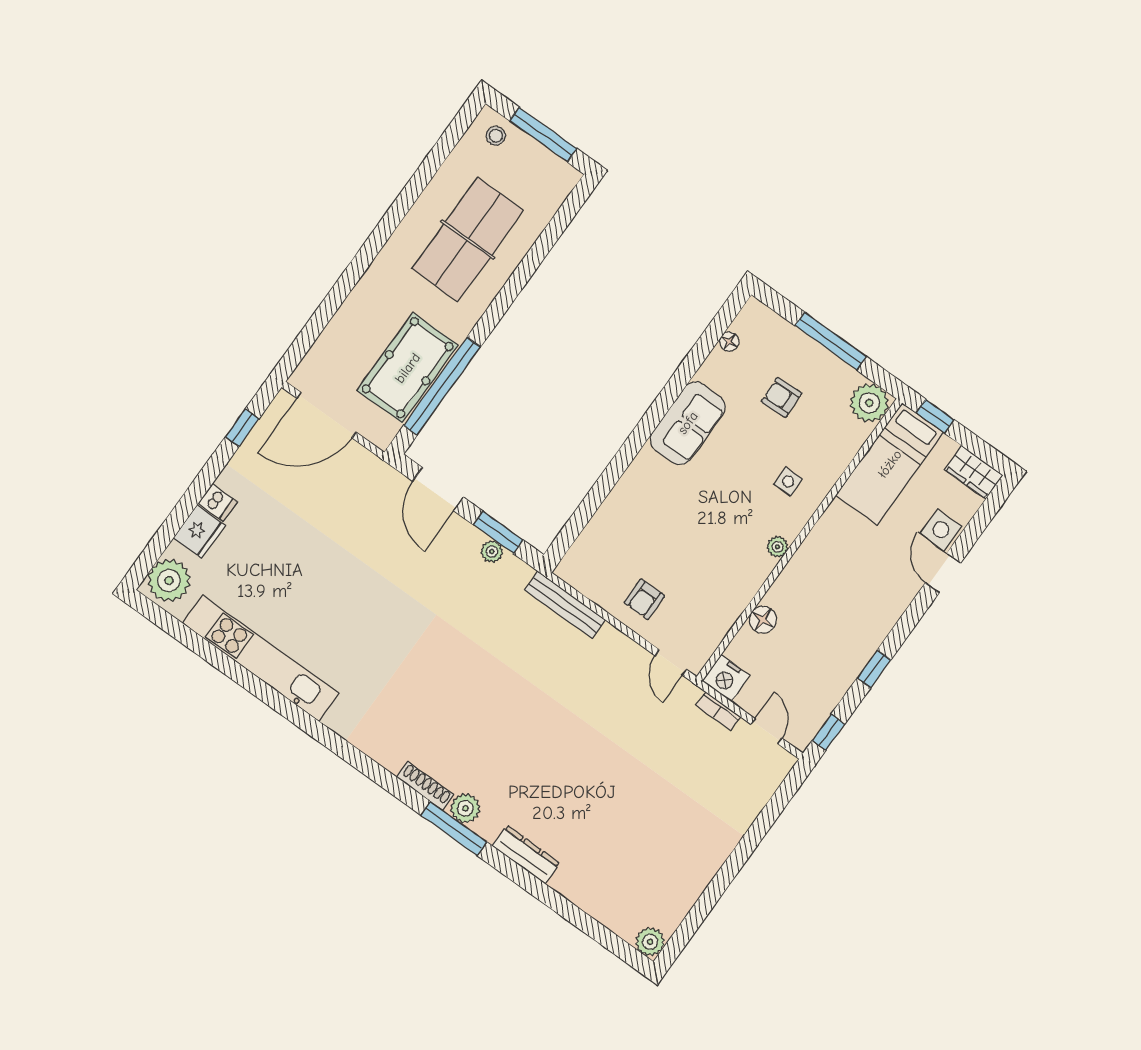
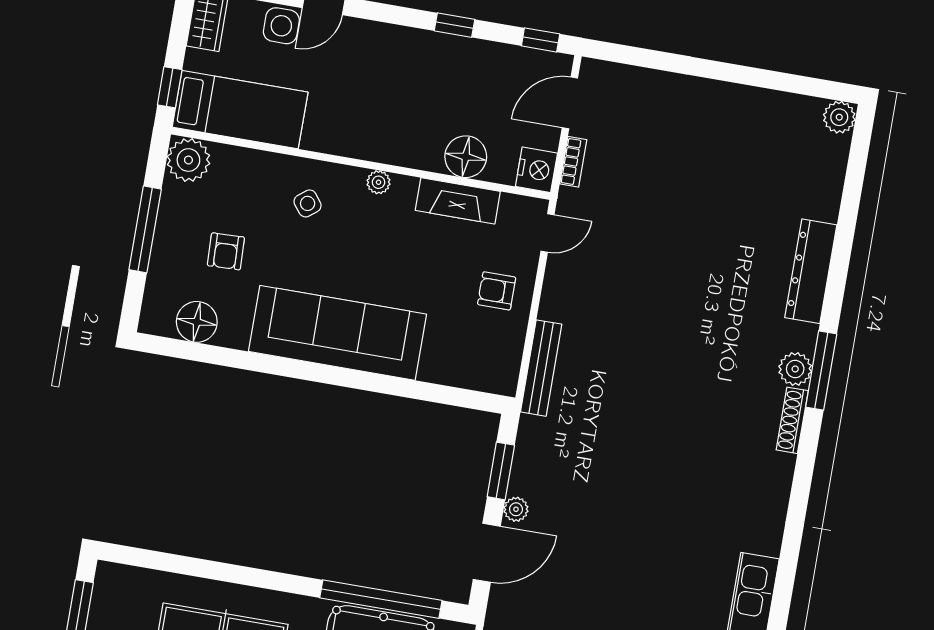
floor lamp: (729, 342) -> (197, 322), width x1.89, depth x1.89
sofa: (688, 423) -> (338, 333), width x1.85, depth x1.27
side table: (788, 482) -> (308, 203), turned -38
plant: (492, 551) -> (516, 509), moved
armchair: (644, 599) -> (497, 291), turned 180
fireplace: (732, 603) -> (458, 201), added
floor lamp: (763, 620) -> (466, 157), width x1.38, depth x1.38
door: (766, 731) -> (570, 103), width x1.38
dresser: (526, 855) -> (811, 271), width x1.37, depth x1.24

